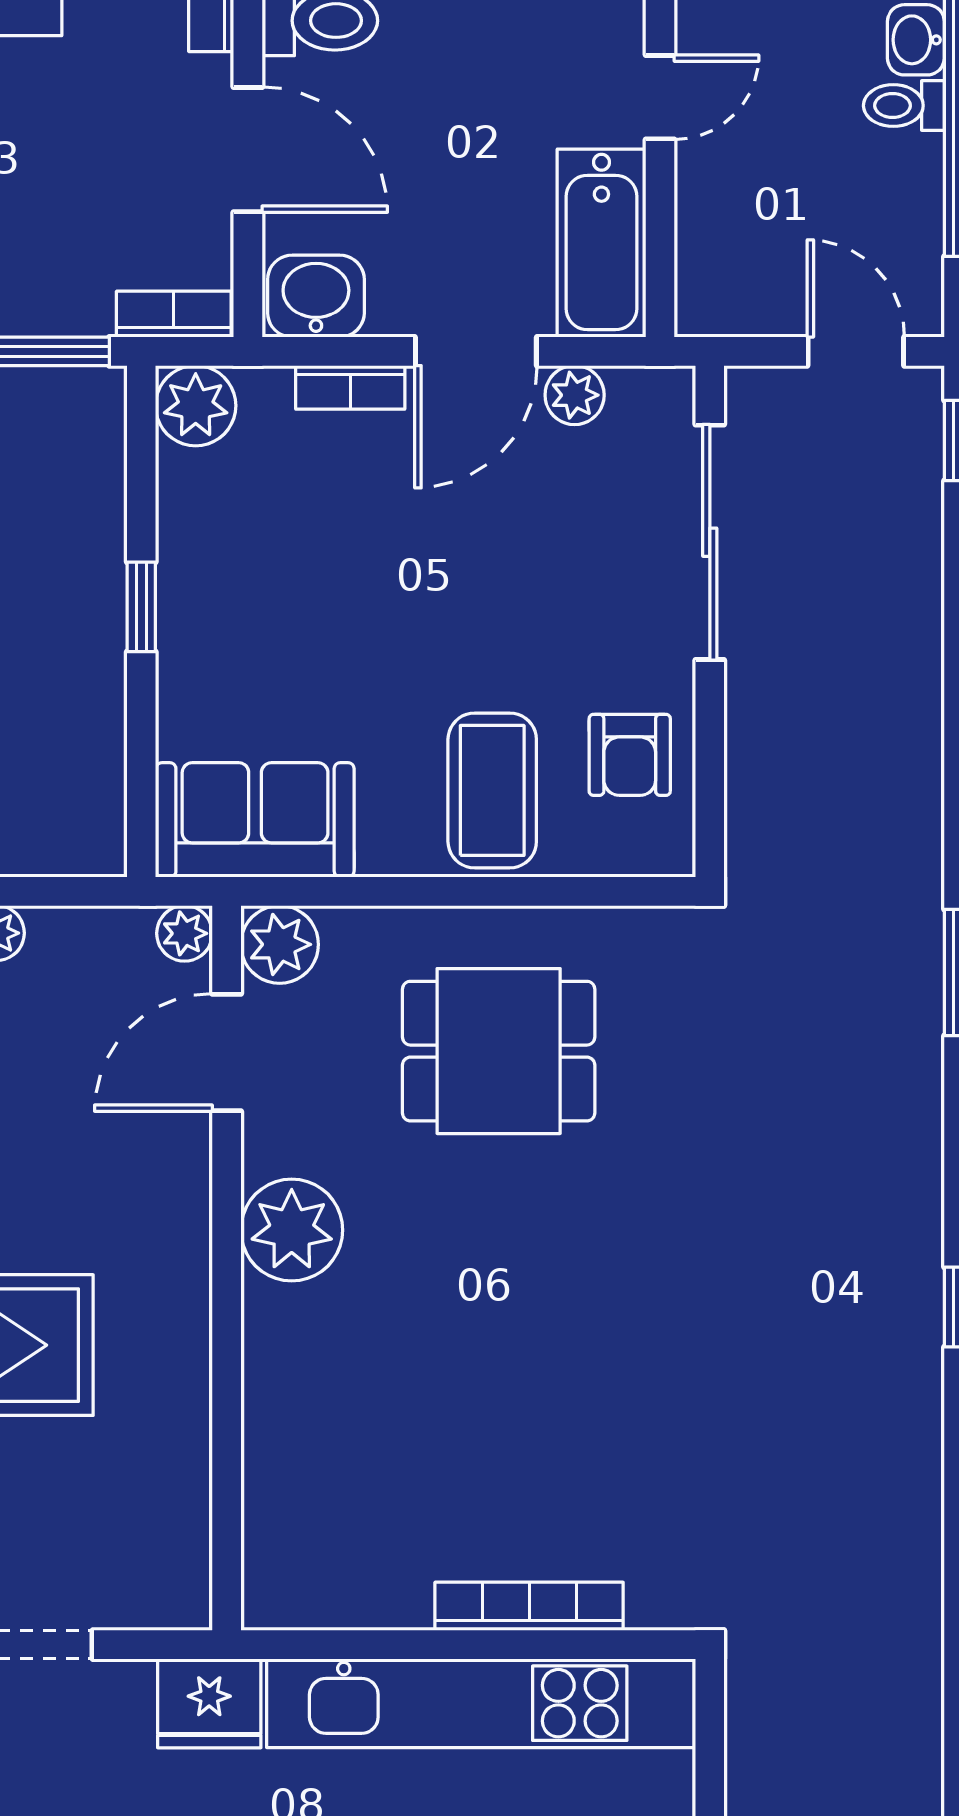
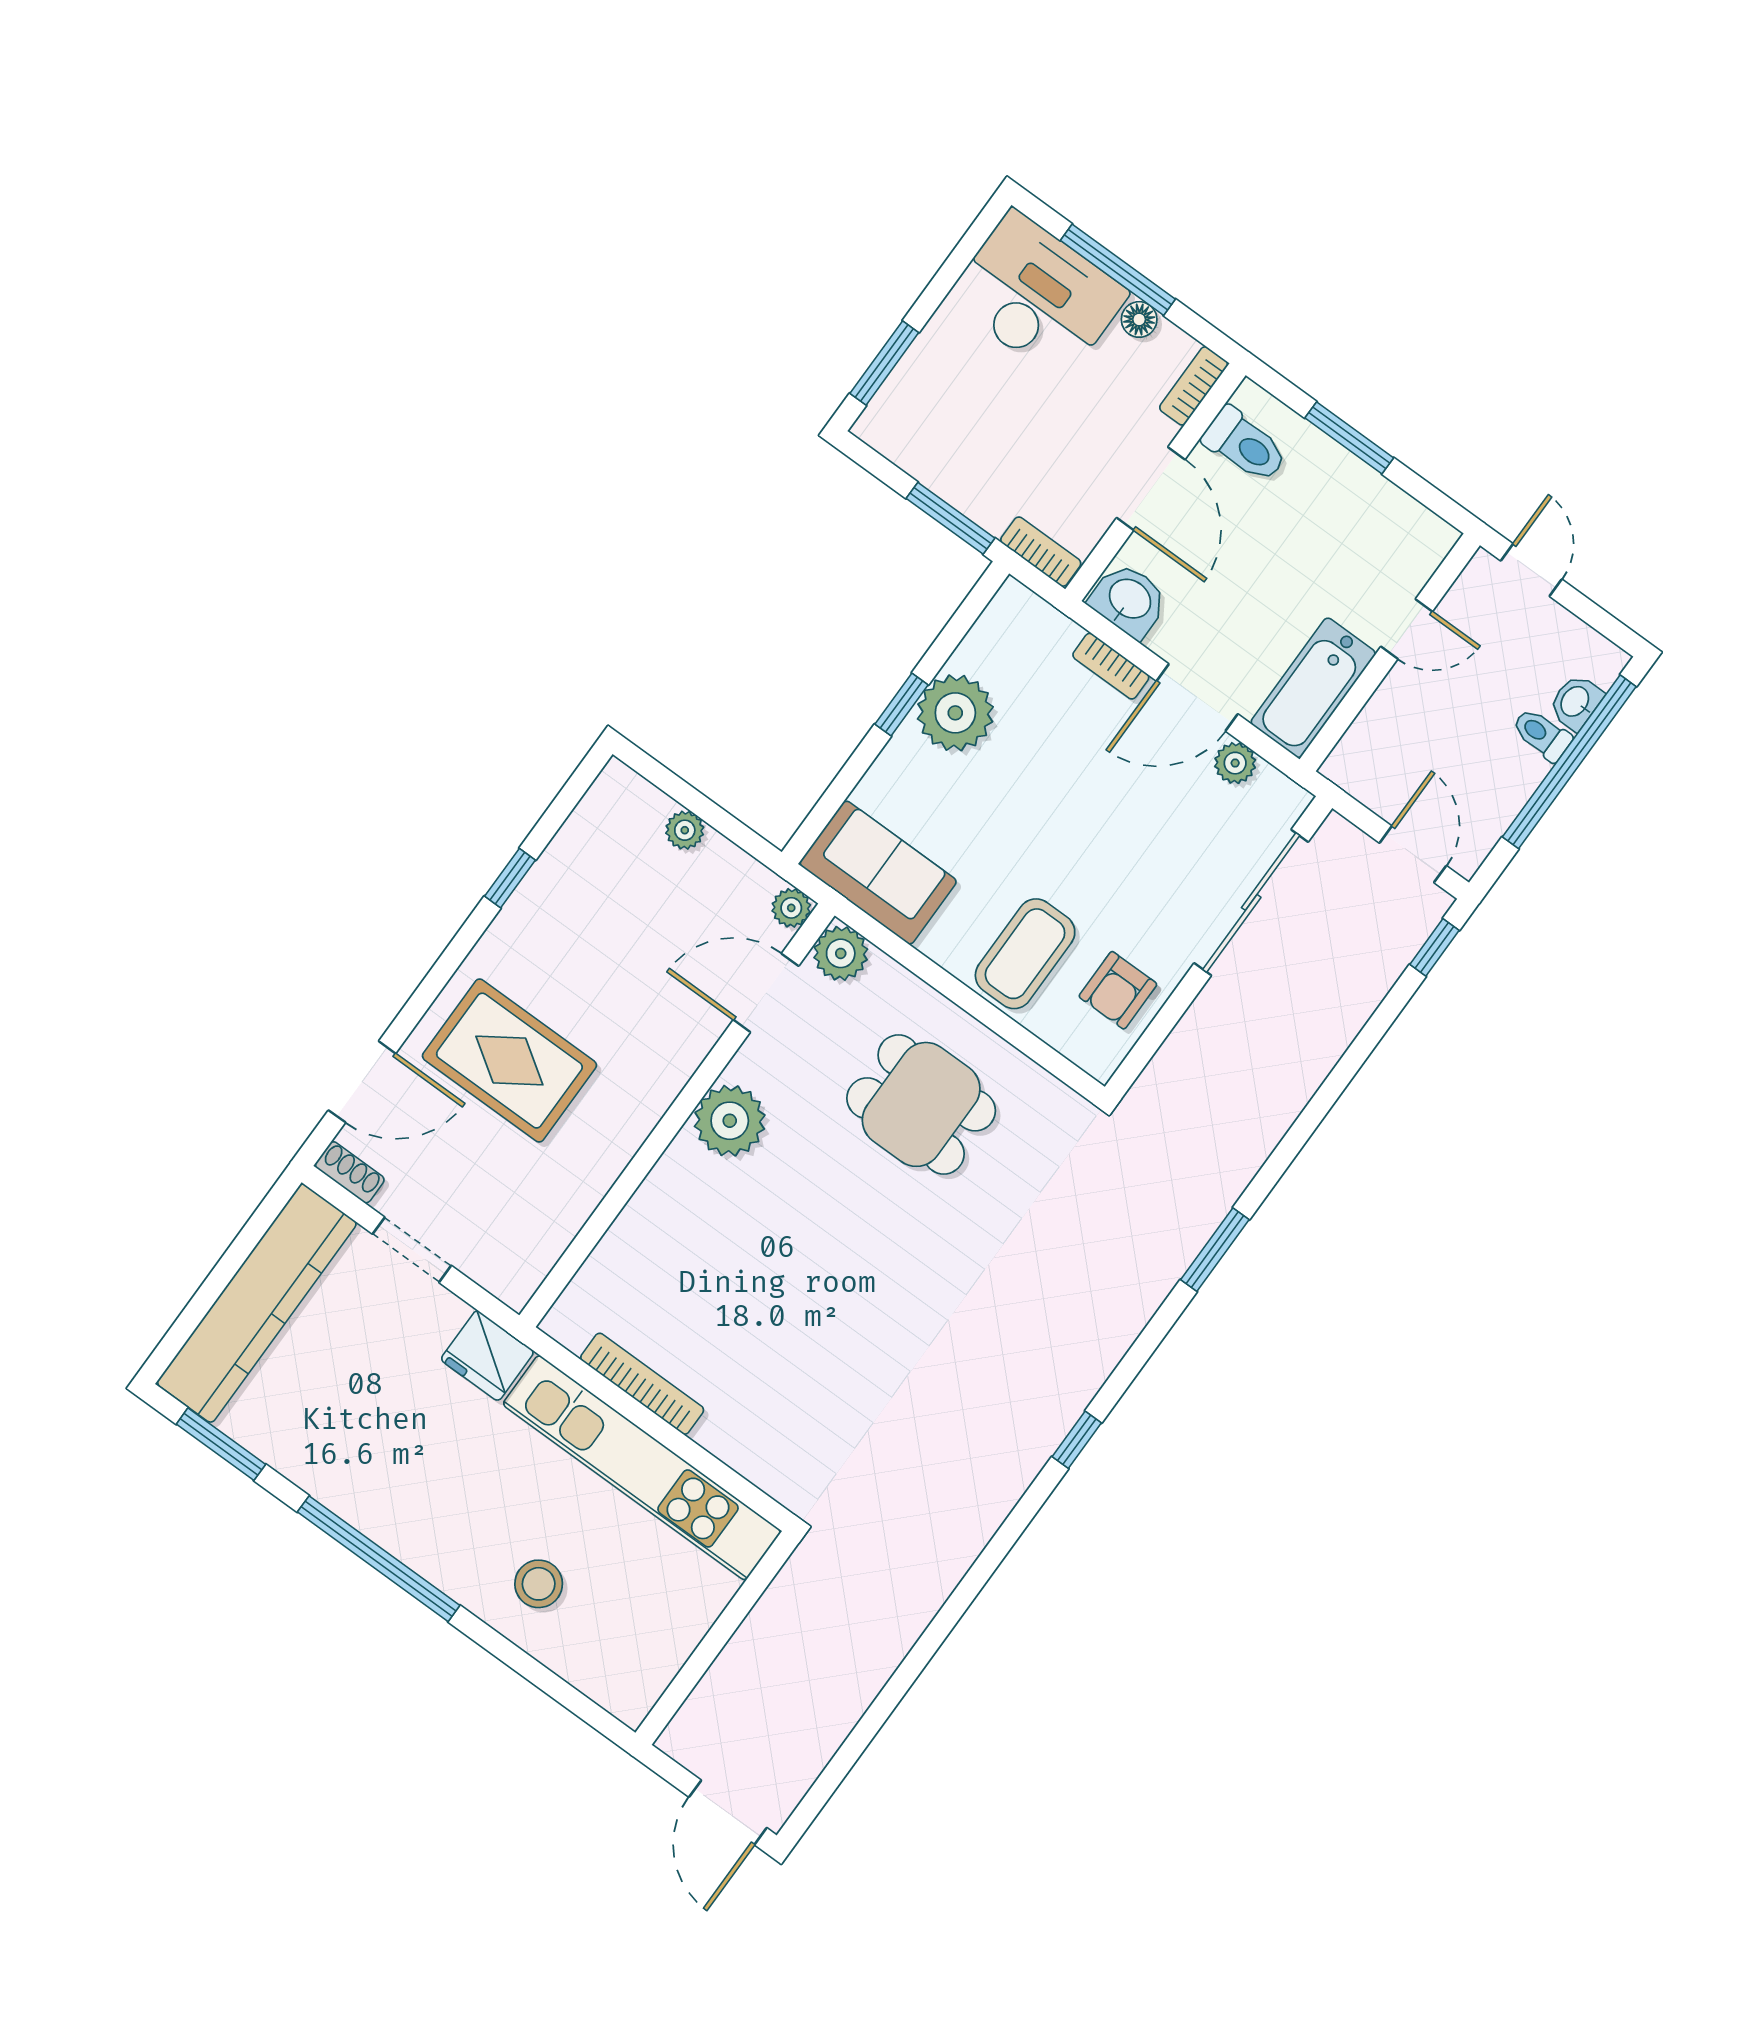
plant: (196, 406) -> (955, 713), moved, width x1.36, depth x1.36
bookcase: (529, 1606) -> (642, 1384), moved

